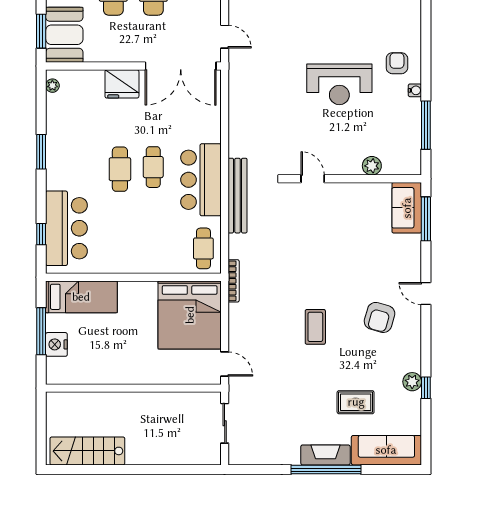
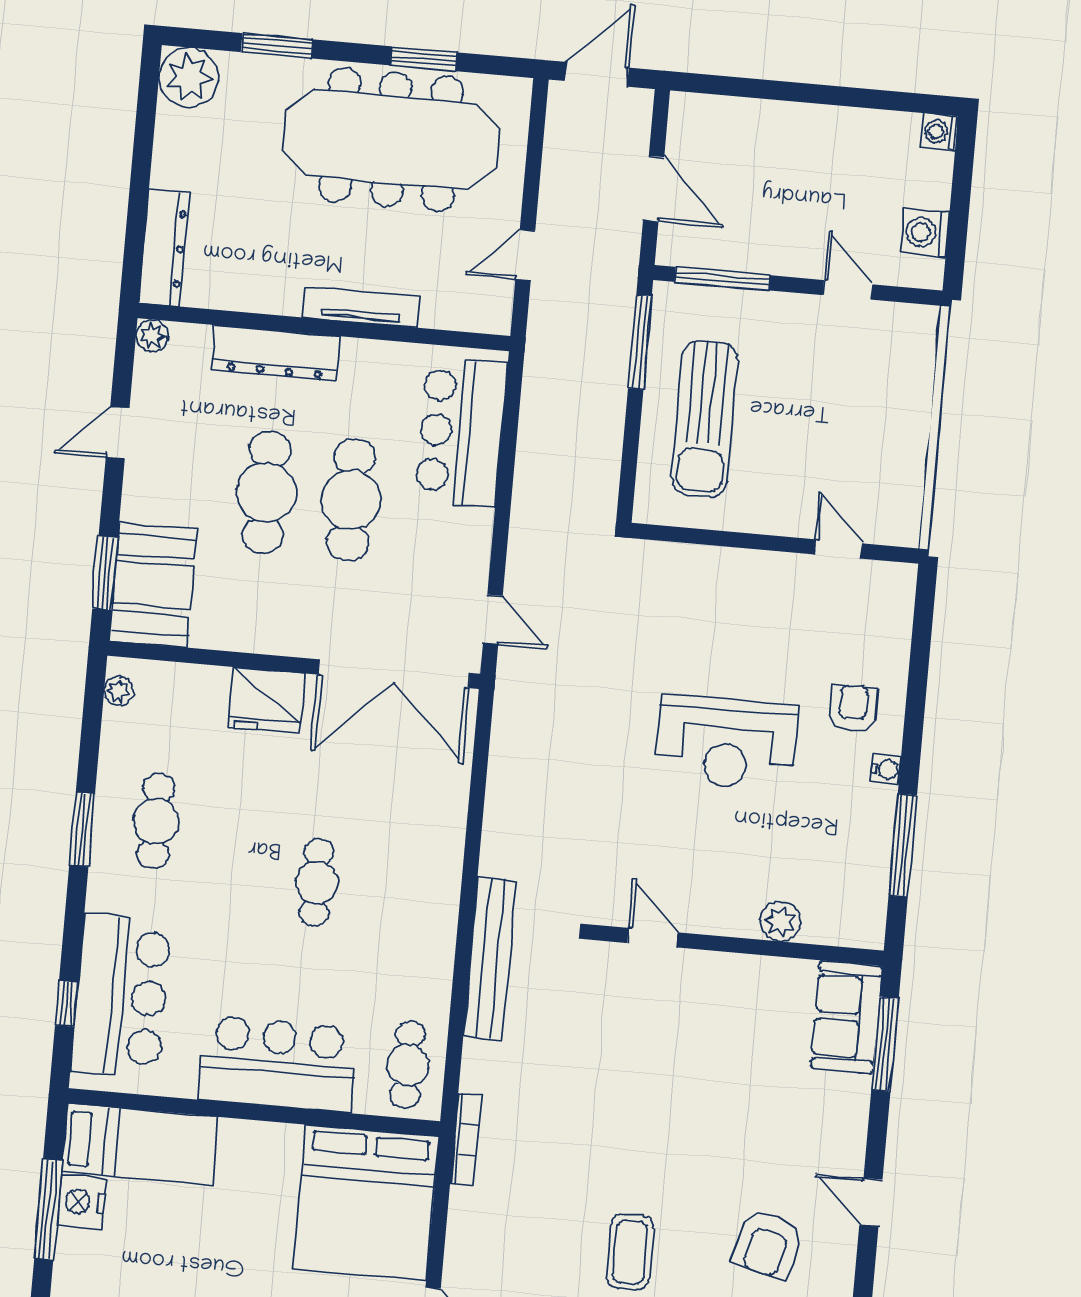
cafe table: (120, 169) -> (156, 821), moved
bar counter: (201, 180) -> (277, 1064), moved, turned 90
nightstand: (56, 344) -> (81, 1202), moved

